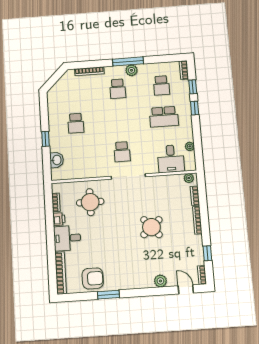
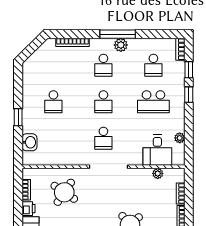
school desk: (120, 120) -> (103, 102), added
plant: (189, 178) -> (158, 173), moved
round table: (90, 202) -> (64, 192), turned 34

